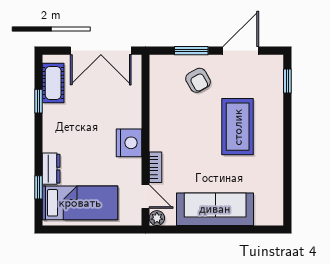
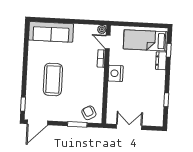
double door: (101, 51) -> (129, 127), width x0.73
door: (241, 51) -> (37, 122), moved
armchair: (198, 80) -> (89, 113), moved
cot: (53, 83) -> (157, 110), removed
sofa: (215, 209) -> (51, 32), moved

